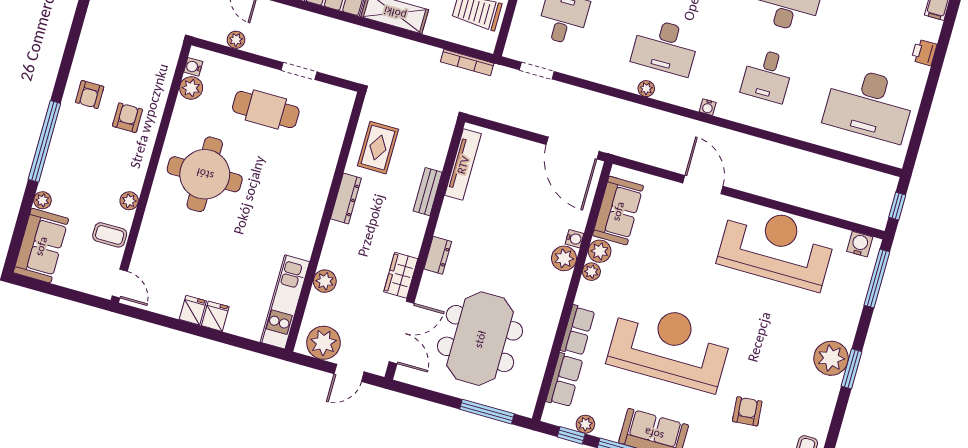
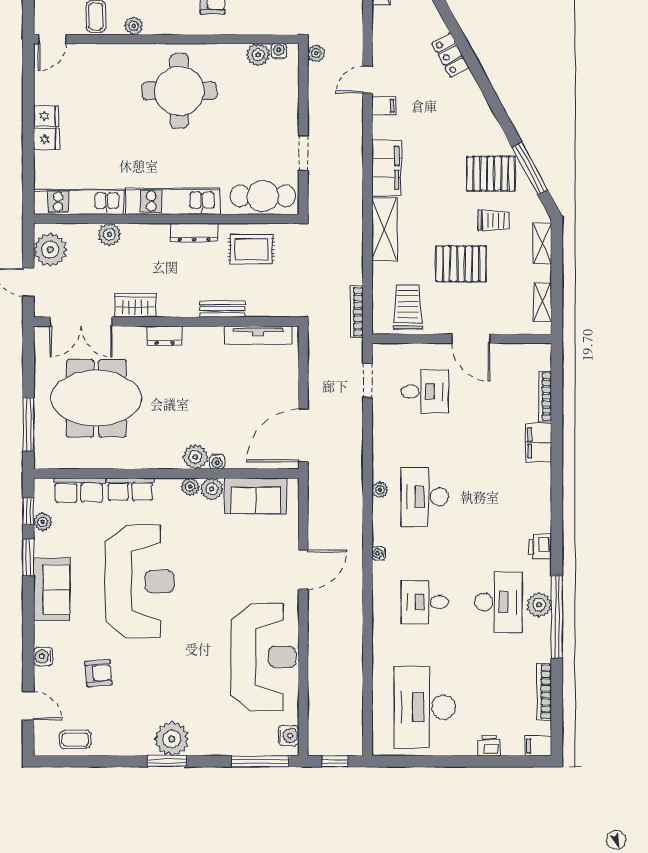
plant: (236, 40) -> (316, 53), moved
cafe table: (266, 110) -> (263, 196), moved, turned 90
kitchen unit: (310, 211) -> (173, 201), added

